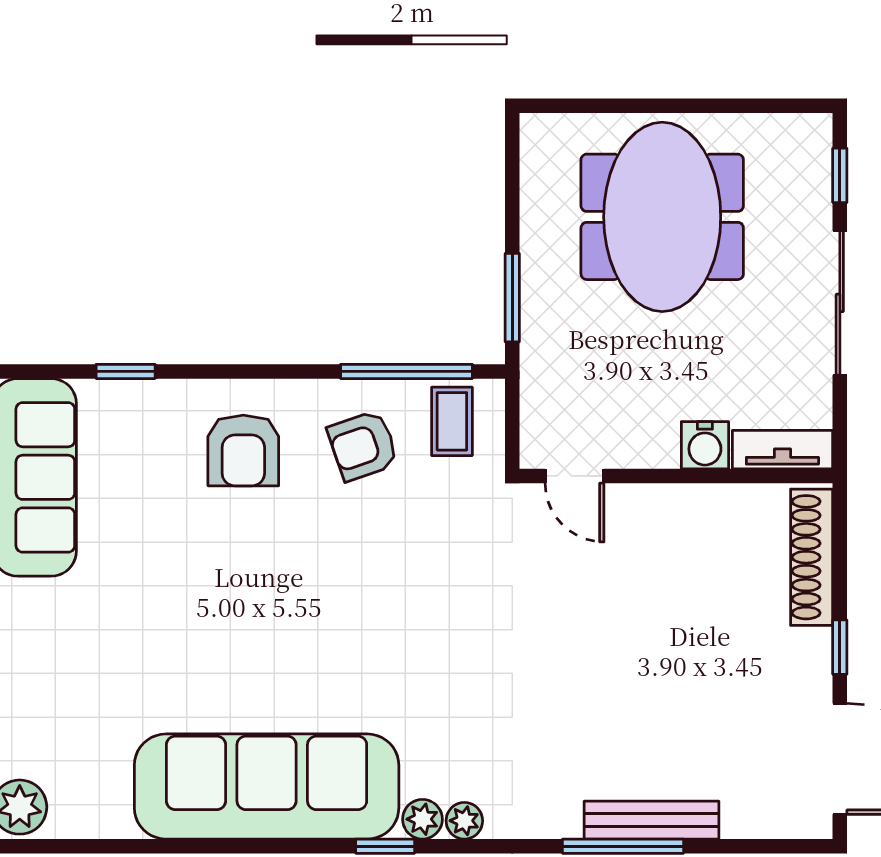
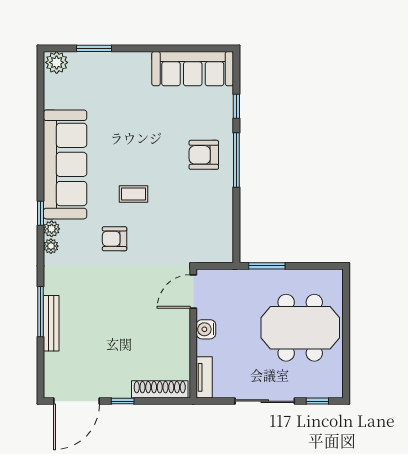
window: (406, 371) -> (236, 160), moved
coffee table: (452, 421) -> (133, 194), moved
water cooler: (705, 445) -> (206, 329), moved
armchair: (363, 446) -> (115, 239), moved, turned -71
door: (575, 476) -> (193, 292), width x1.38

